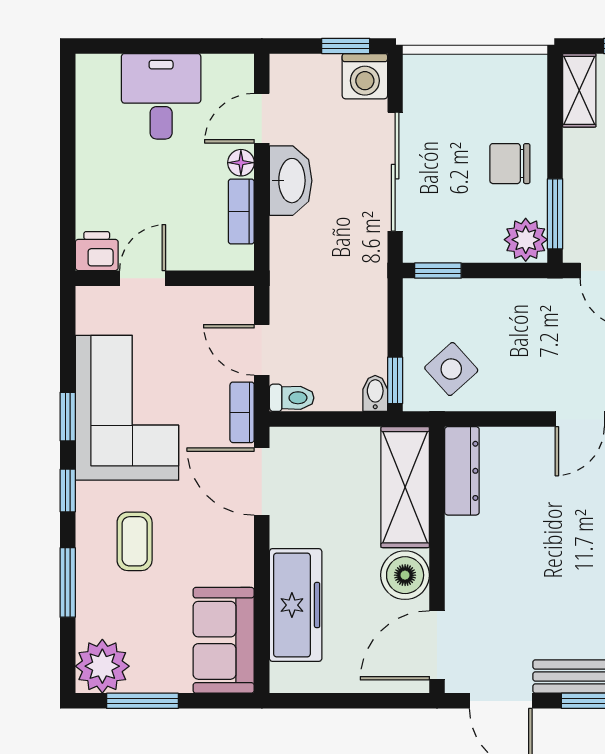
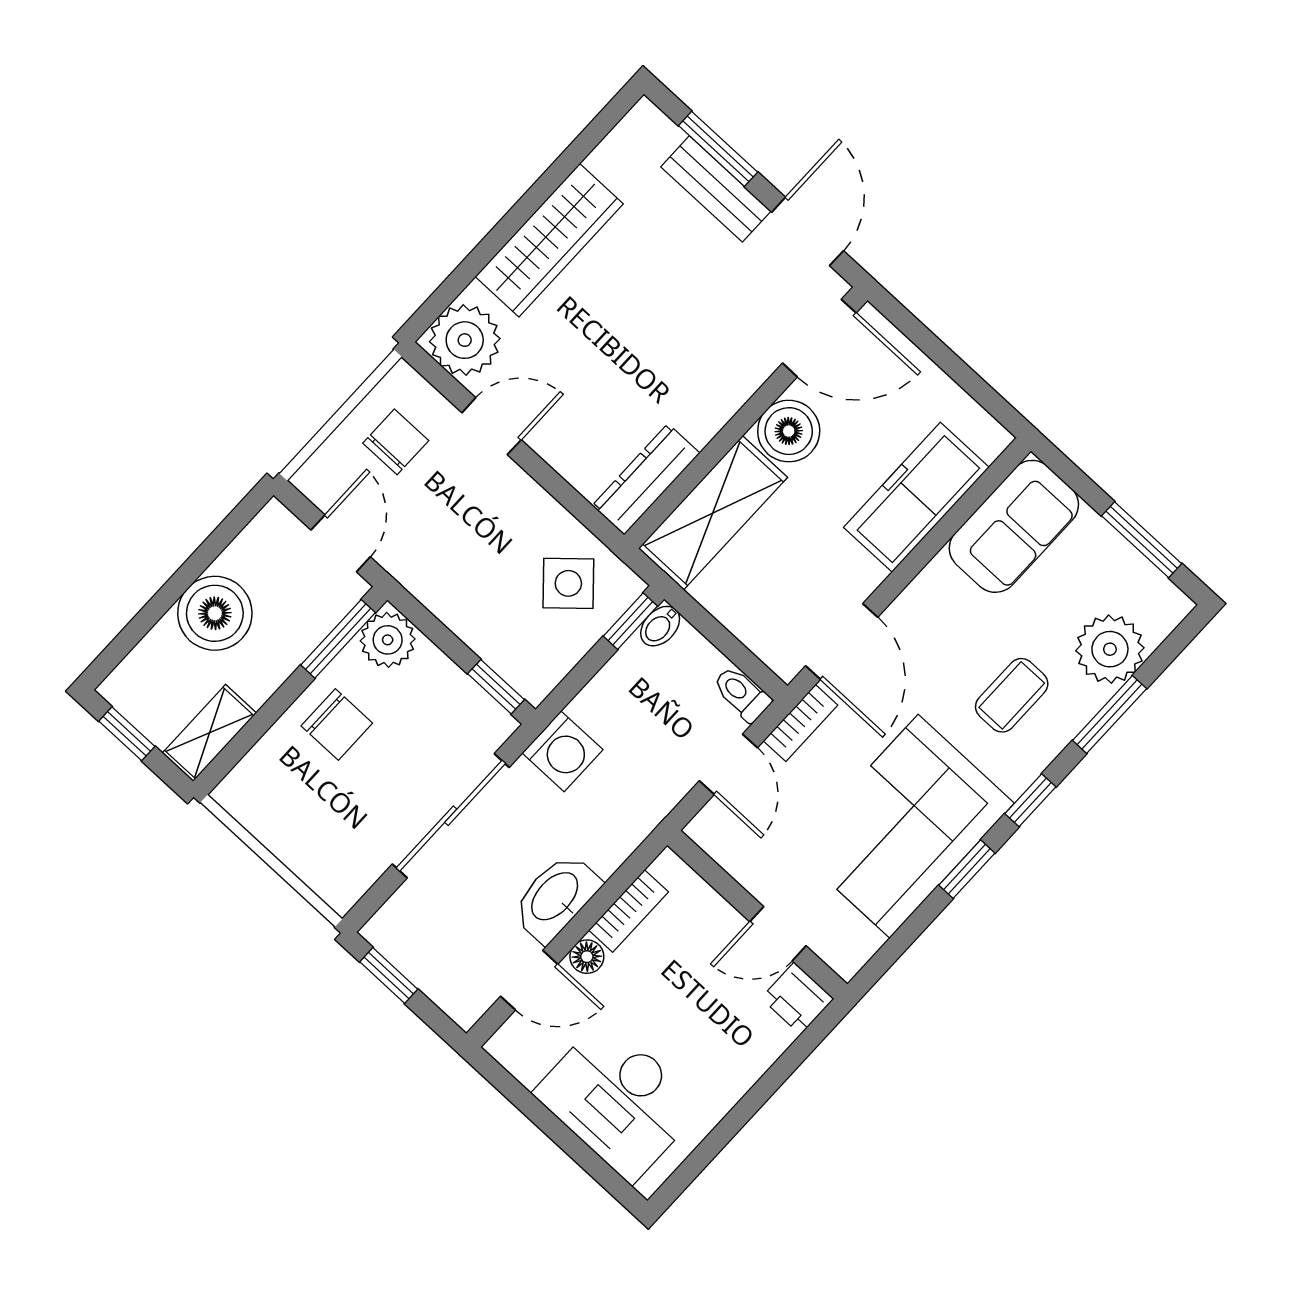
washing machine: (365, 76) -> (562, 751), moved, turned 90
desk: (161, 96) -> (618, 1100), width x1.37
plant: (102, 666) -> (1110, 649), moved

